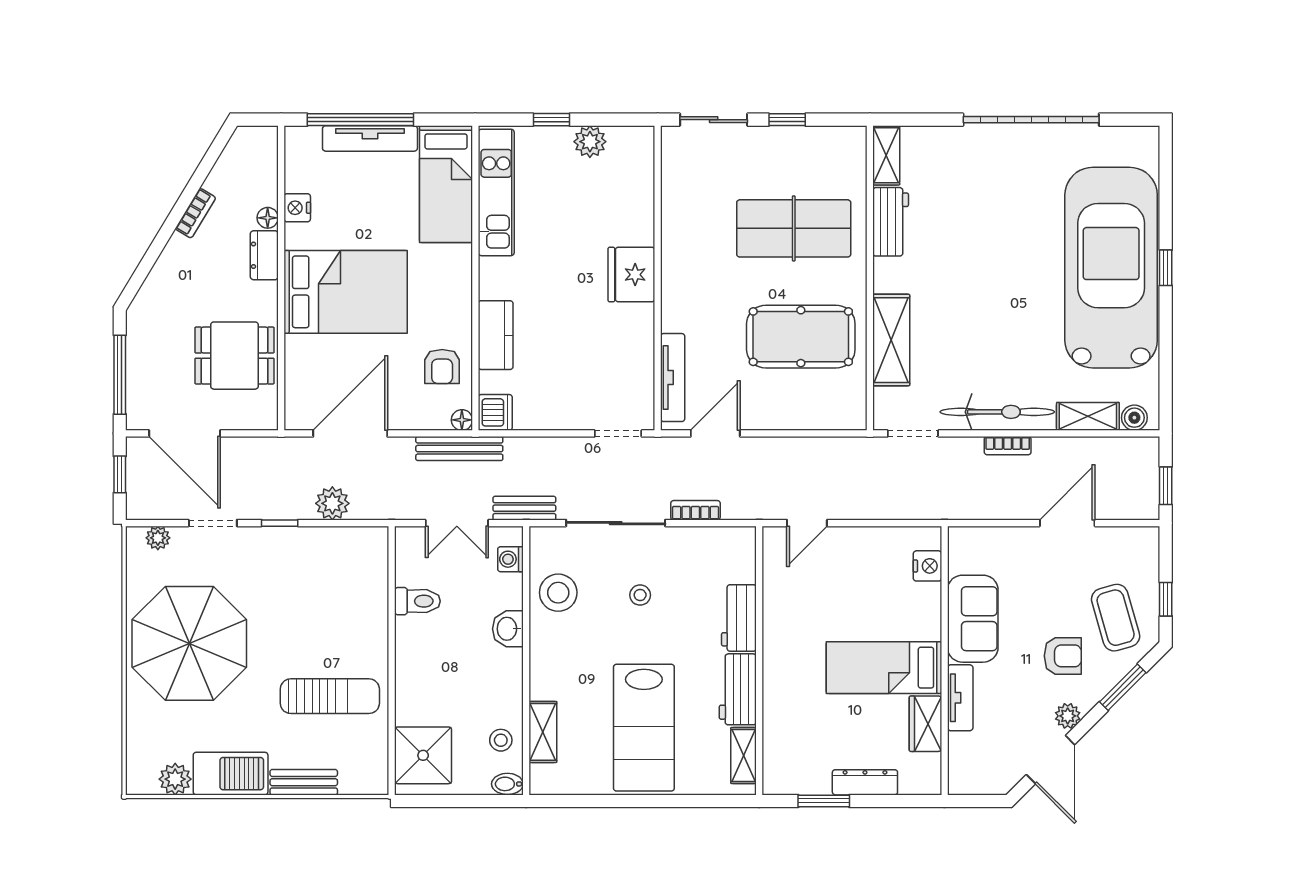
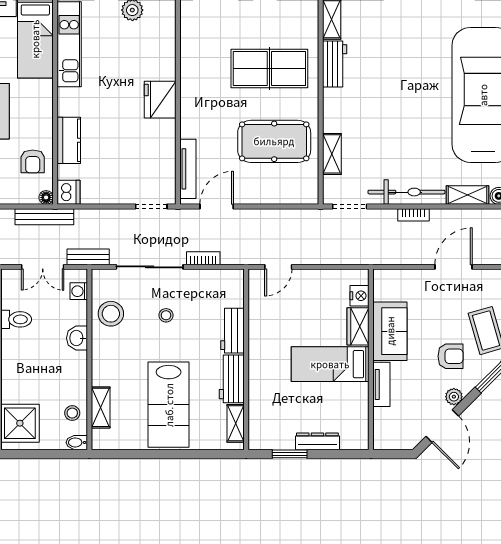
shelving: (891, 340) -> (332, 154), width x0.67, depth x0.75
wardrobe: (925, 724) -> (358, 326), moved

